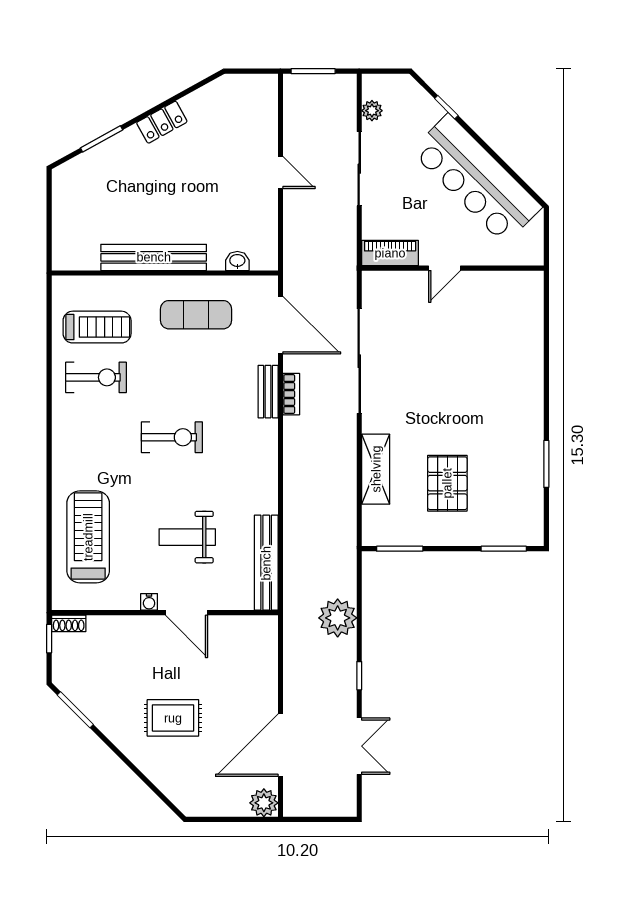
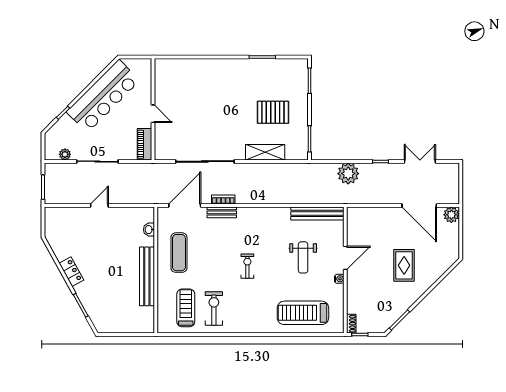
exercise bike: (172, 437) -> (247, 266), width x0.73, depth x0.72

